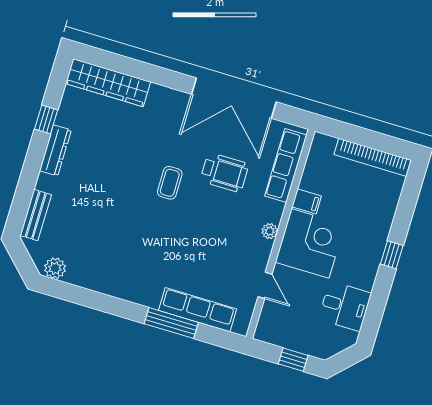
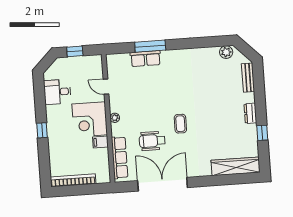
dresser: (55, 150) -> (250, 113), width x0.70
row of seats: (198, 310) -> (145, 59), width x0.68

